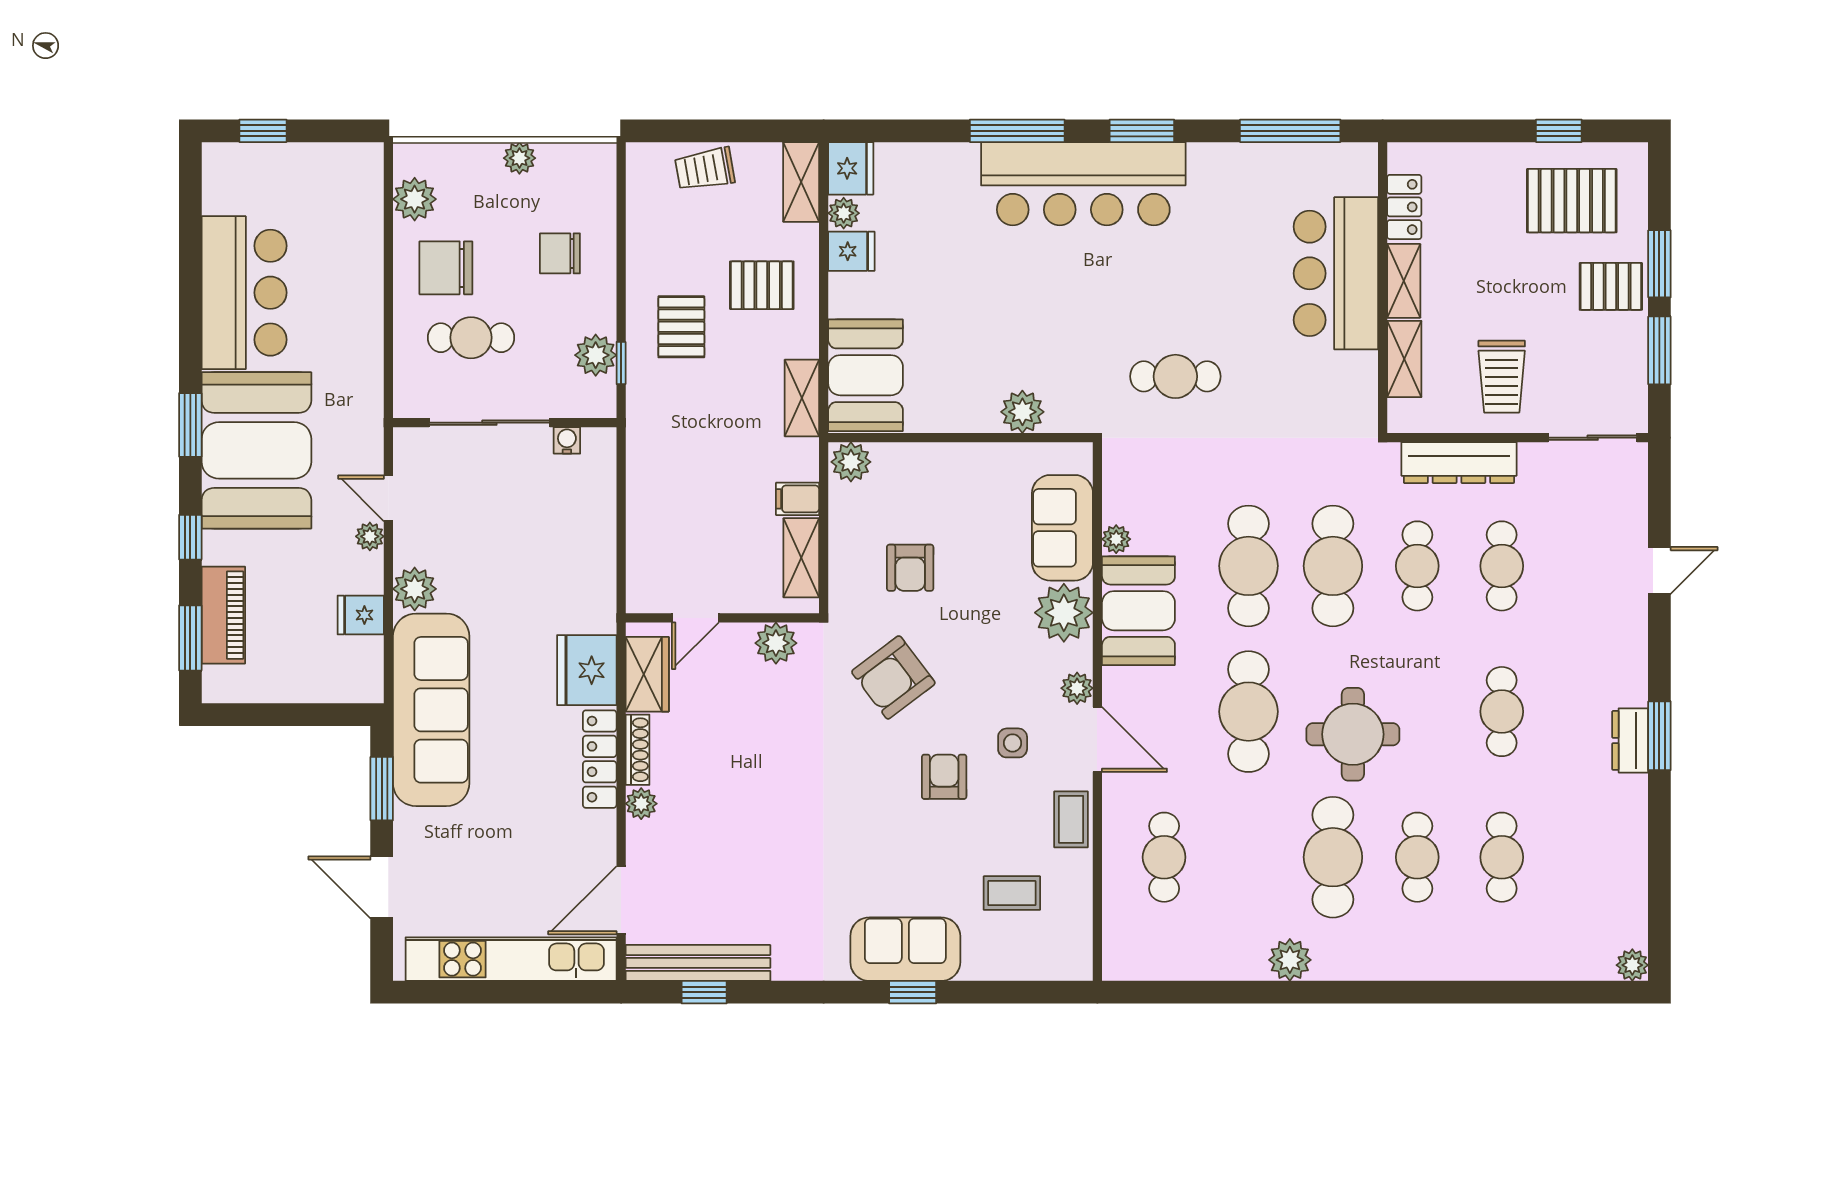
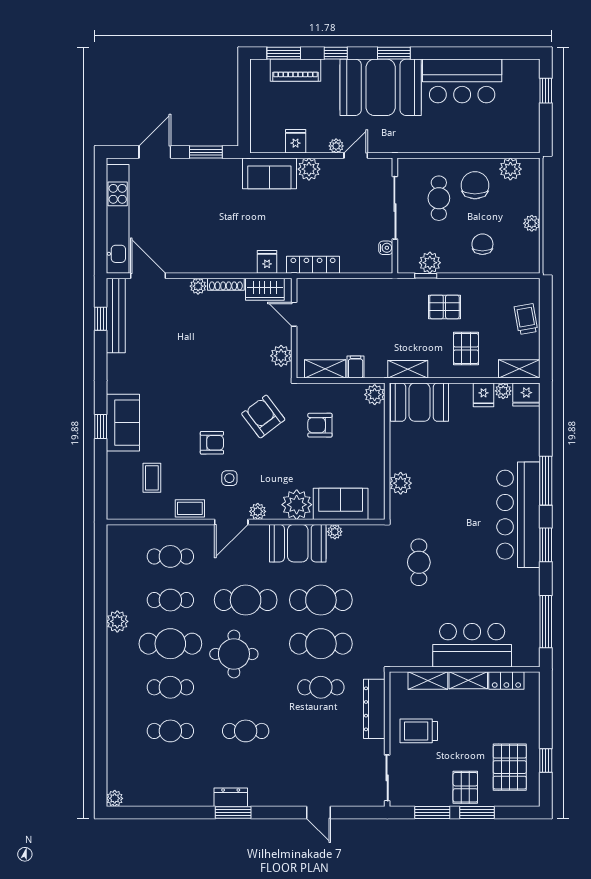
cafe table: (1502, 566) -> (170, 600), moved
fridge: (587, 670) -> (267, 262), width x0.53, depth x0.75
sofa: (431, 710) -> (269, 173), width x0.54, depth x0.79
locker: (600, 759) -> (313, 265), moved

